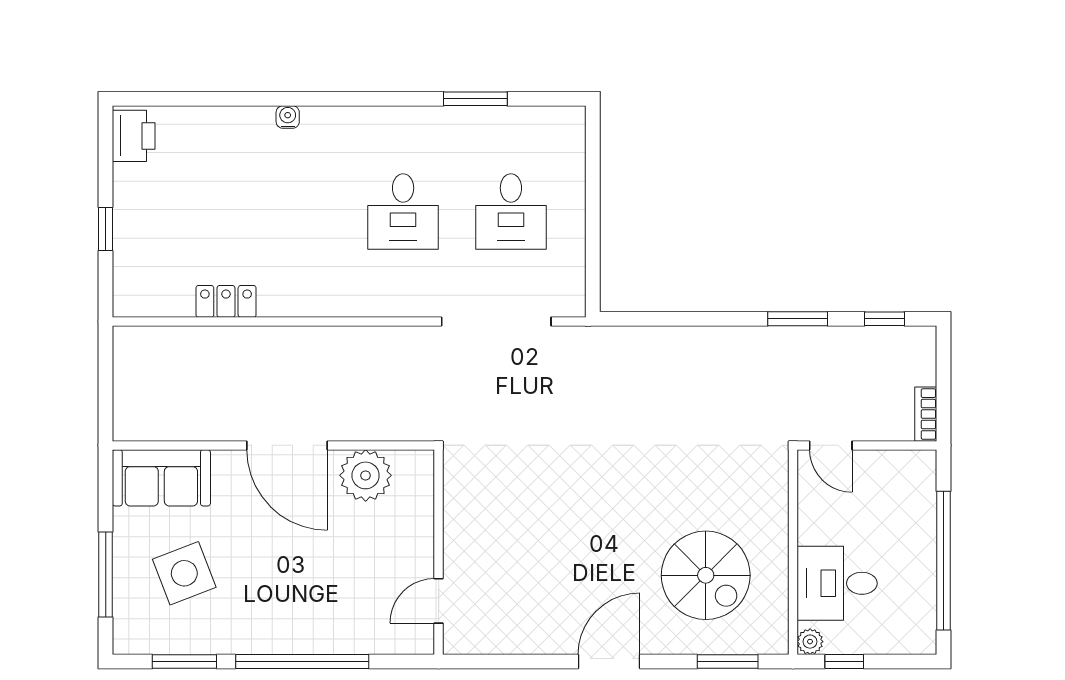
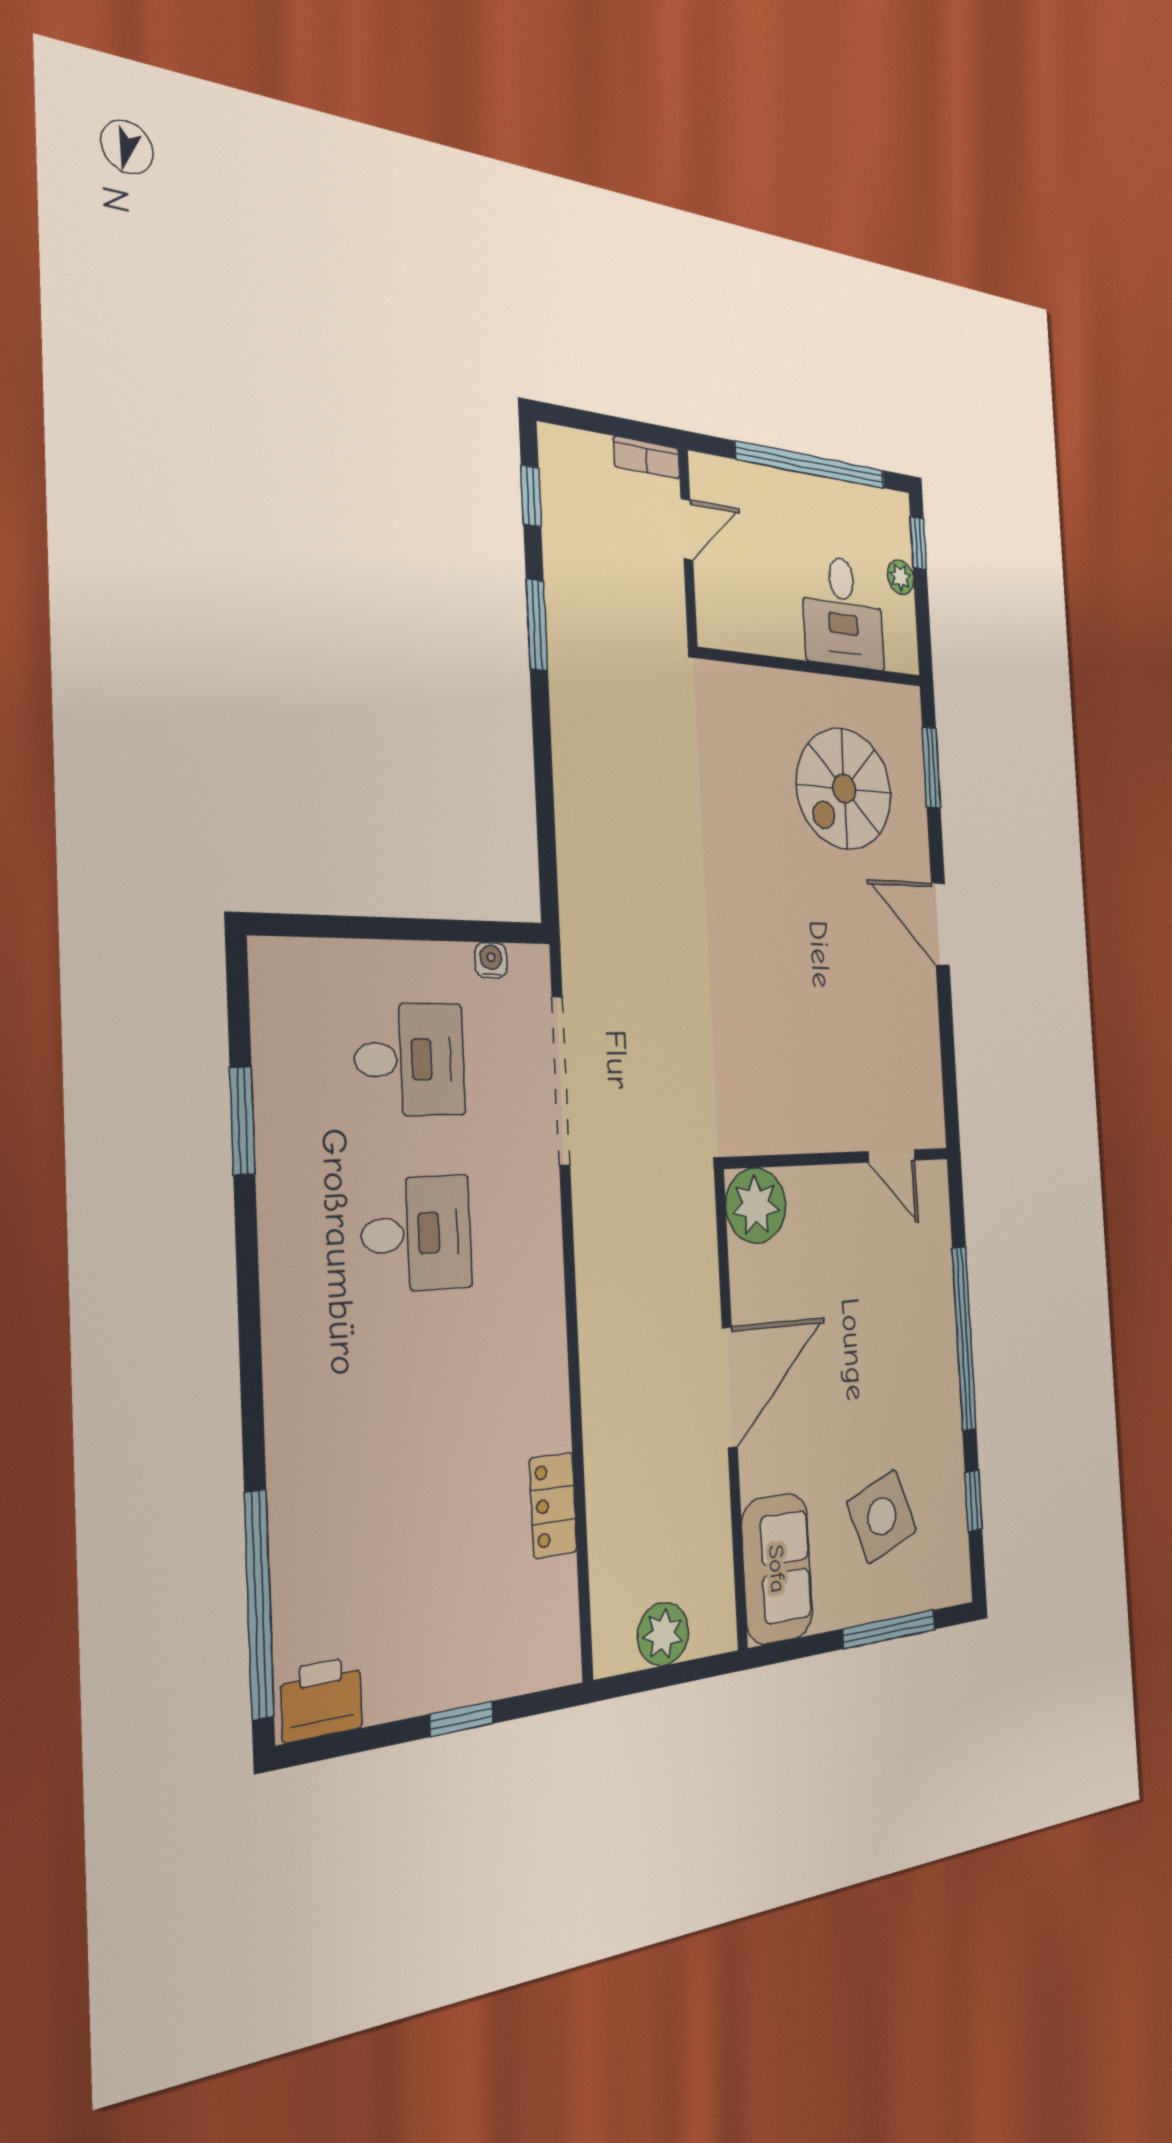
window: (194, 99) -> (259, 1604), added
water cooler: (288, 117) -> (491, 960), moved, turned 90
plant: (133, 381) -> (663, 1634), added
door: (831, 445) -> (687, 529), moved
plant: (366, 475) -> (756, 1205), moved
spiral stairs: (706, 575) -> (844, 789), turned 180
plant: (810, 642) -> (901, 577), moved
window: (184, 661) -> (974, 1501), width x0.67
window: (844, 661) -> (918, 543), moved

